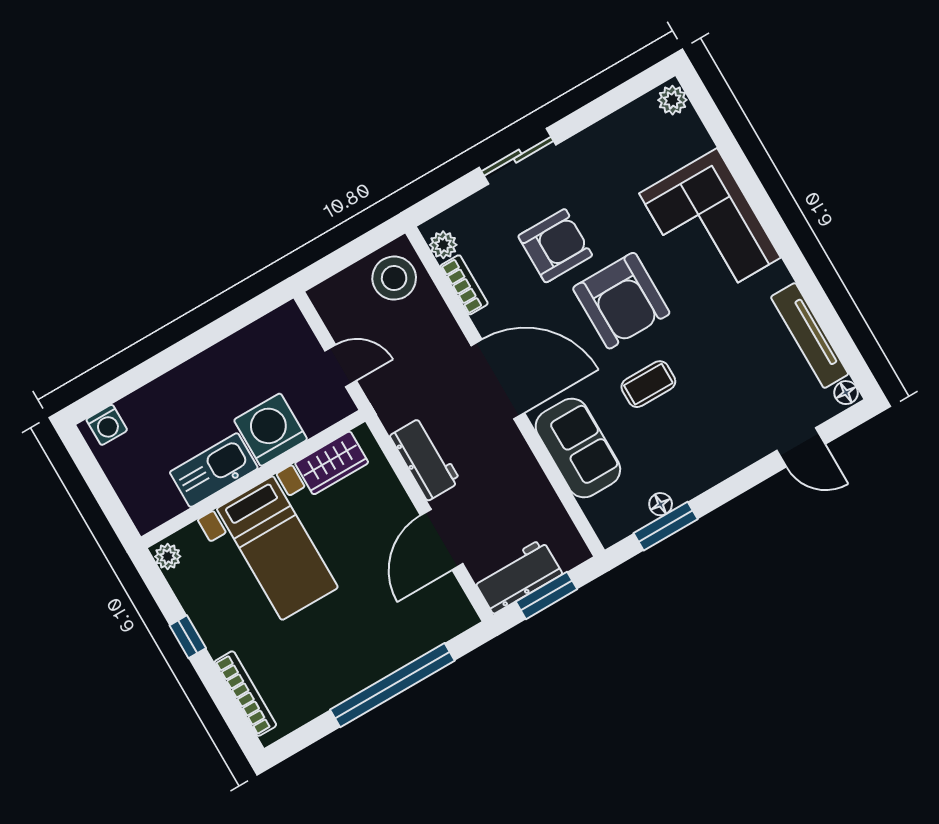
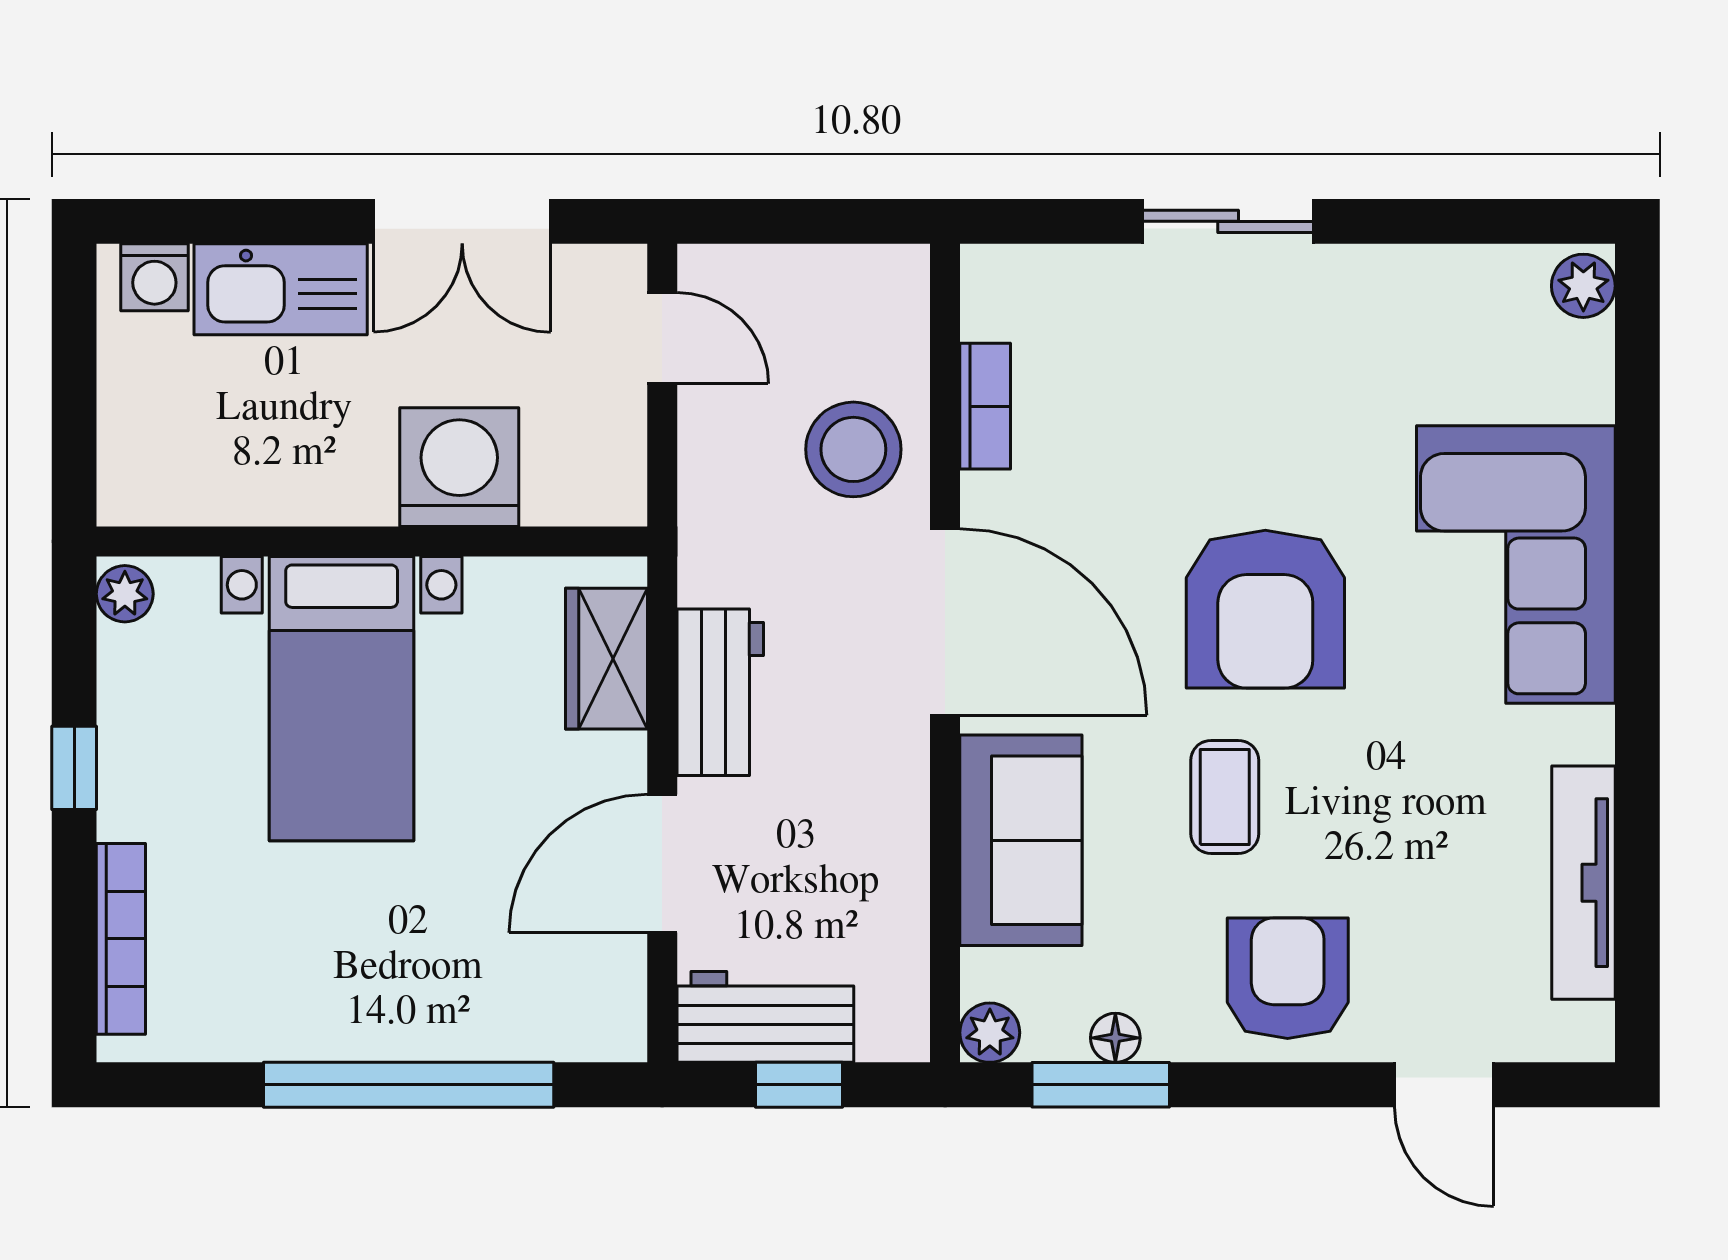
plant: (443, 245) -> (990, 1033), moved
armchair: (555, 246) -> (1288, 978), moved, turned -90
stool: (394, 278) -> (853, 449), moved
double door: (215, 332) -> (462, 221), added
door: (341, 366) -> (662, 338), moved
coffee table: (648, 384) -> (1225, 797), turned 90
floor lamp: (846, 393) -> (1590, 1031), removed
wardrobe: (332, 463) -> (606, 659), moved, turned 90
kitchen sink: (214, 470) -> (281, 289), moved, turned 180
window: (546, 595) -> (799, 1085), width x0.67

